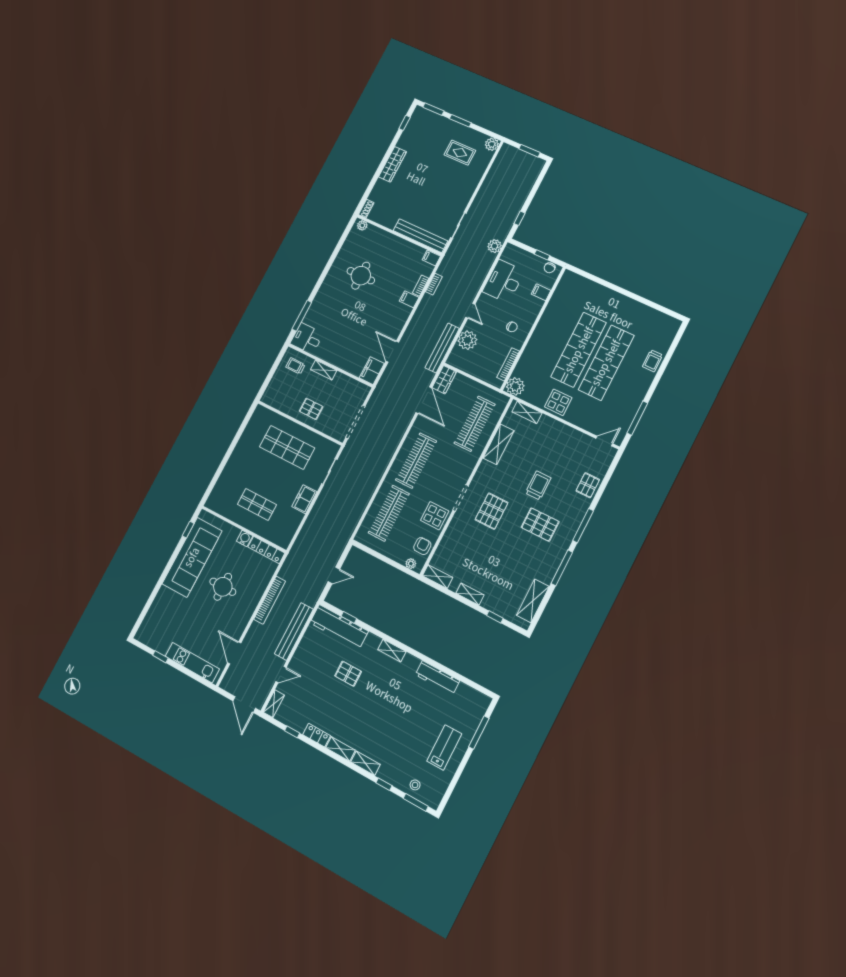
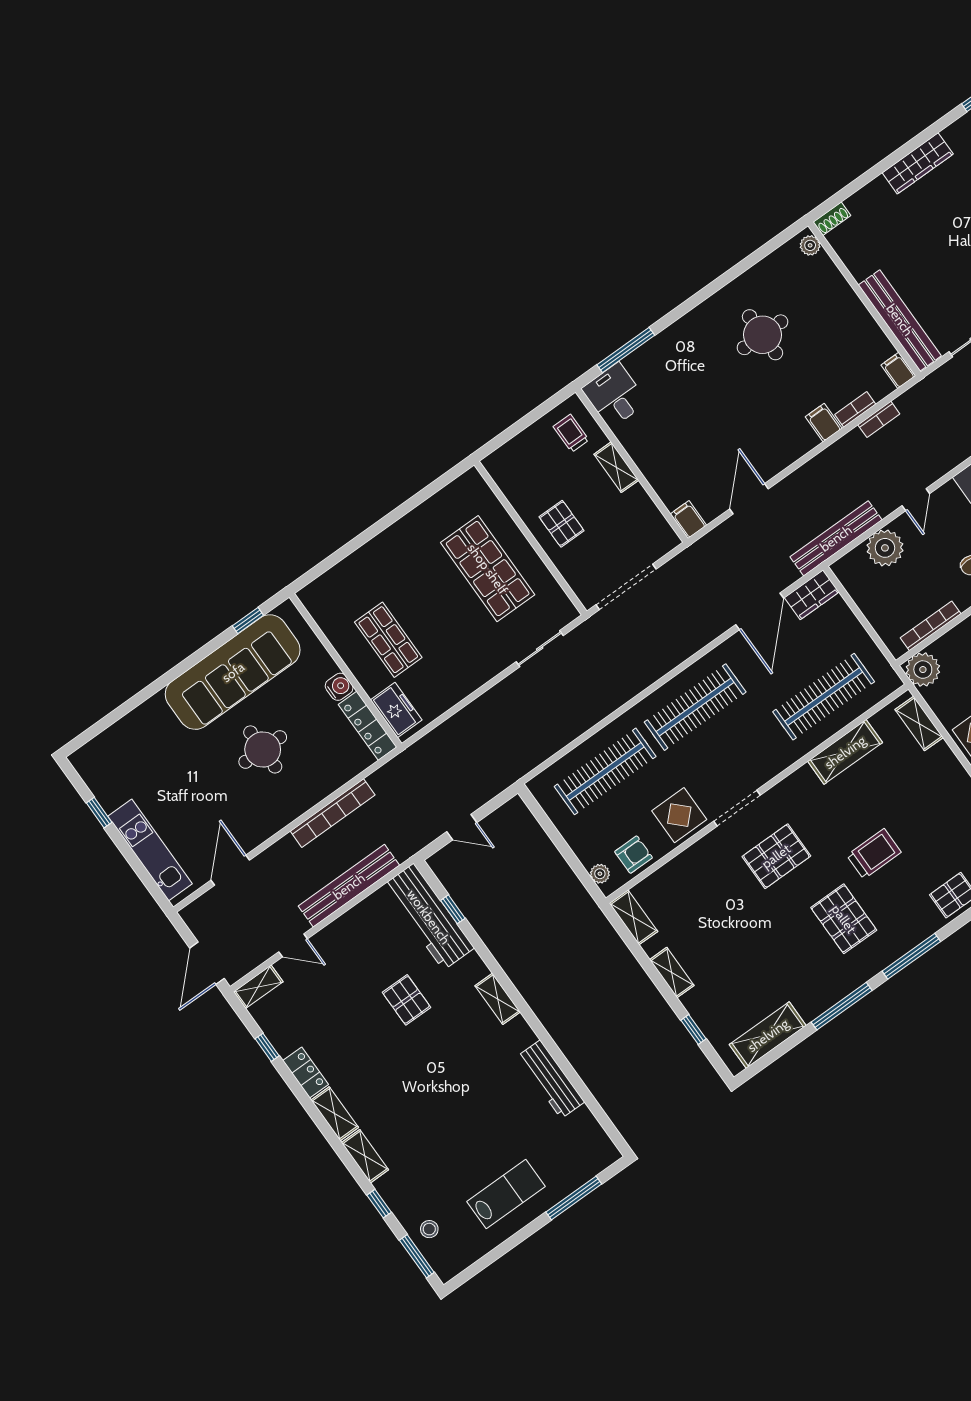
filing cabinet: (372, 371) -> (688, 520), width x0.50
freezer: (304, 499) -> (396, 710), moved, turned 90

